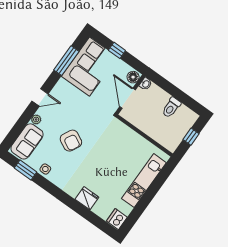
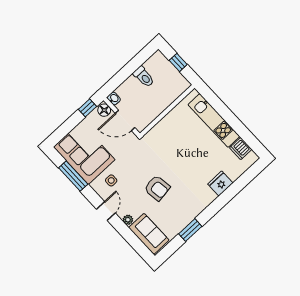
window: (117, 50) -> (87, 108), moved
armchair: (71, 141) -> (157, 188), turned 55
side table: (45, 169) -> (111, 180), moved
window: (26, 170) -> (190, 230), moved
dishwasher: (117, 219) -> (241, 149), moved

